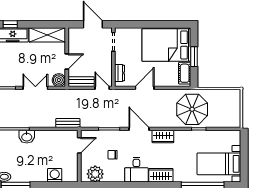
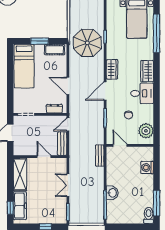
bed: (166, 45) -> (24, 66), width x0.67
boiler: (59, 80) -> (61, 164), removed

